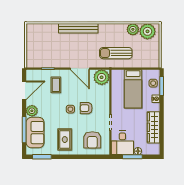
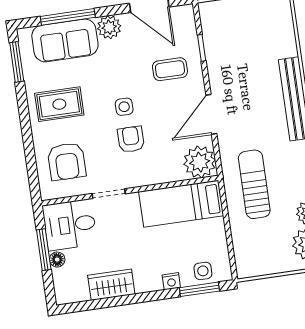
bed: (133, 89) -> (181, 204), moved
wardrobe: (153, 127) -> (111, 285), width x0.67
armchair: (92, 140) -> (67, 161), turned -90

